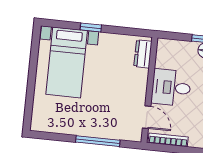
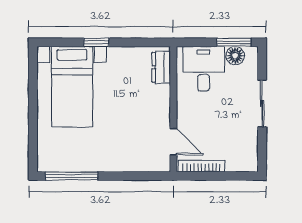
desk: (171, 88) -> (204, 69), moved, turned 90
window: (98, 141) -> (72, 176), moved

